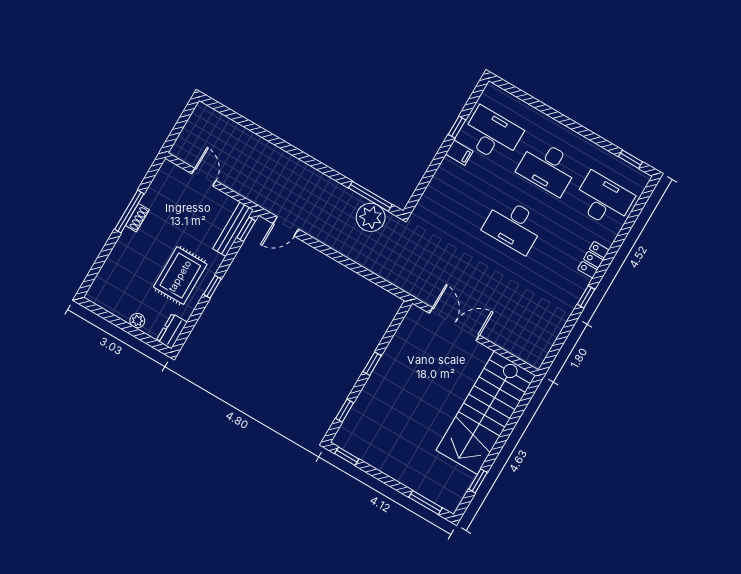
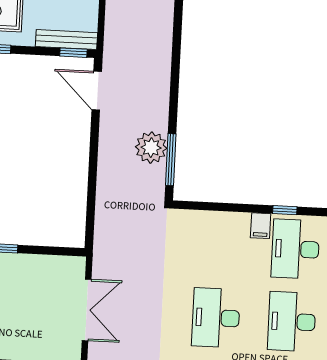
desk: (492, 135) -> (295, 249), turned 180
plant: (371, 217) -> (151, 148), moved
door: (286, 226) -> (97, 91), width x1.38

